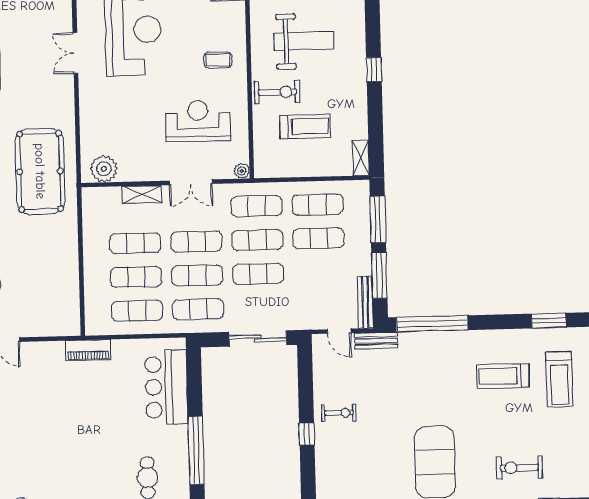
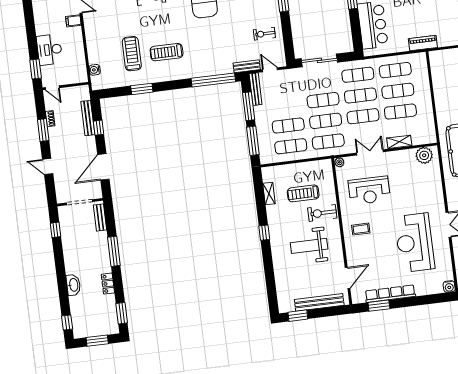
shelving: (361, 158) -> (269, 193), moved
treadmill: (503, 376) -> (167, 52), turned 180
exercise bike: (339, 413) -> (264, 34), moved

